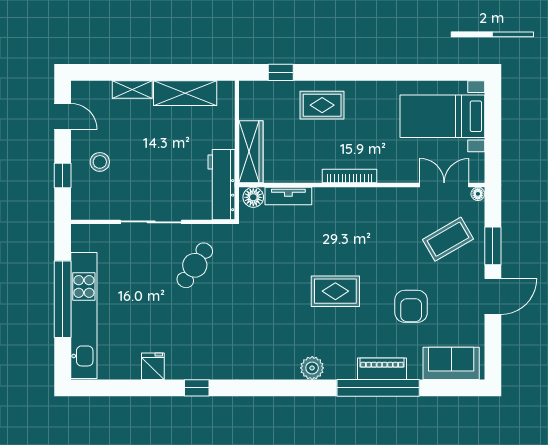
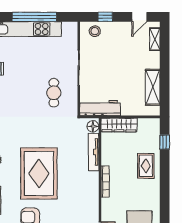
shelving: (132, 89) -> (155, 39), moved
stool: (100, 162) -> (95, 31), moved
tv unit: (288, 196) -> (94, 152), width x1.41
cafe table: (195, 265) -> (54, 93), turned 57
rug: (335, 291) -> (39, 173), width x1.86, depth x2.06

